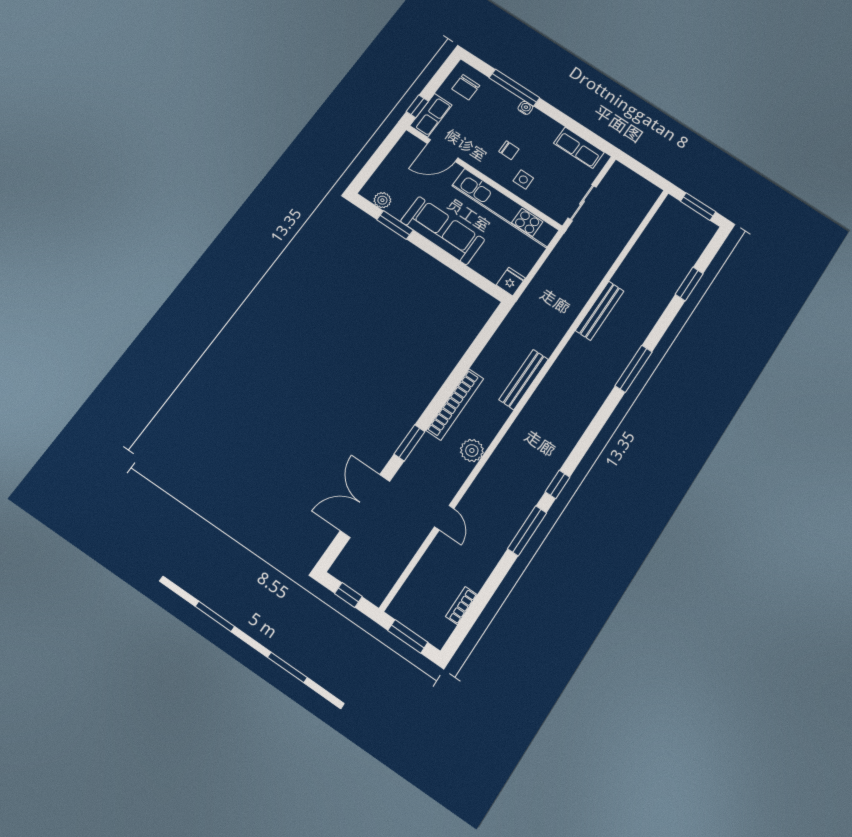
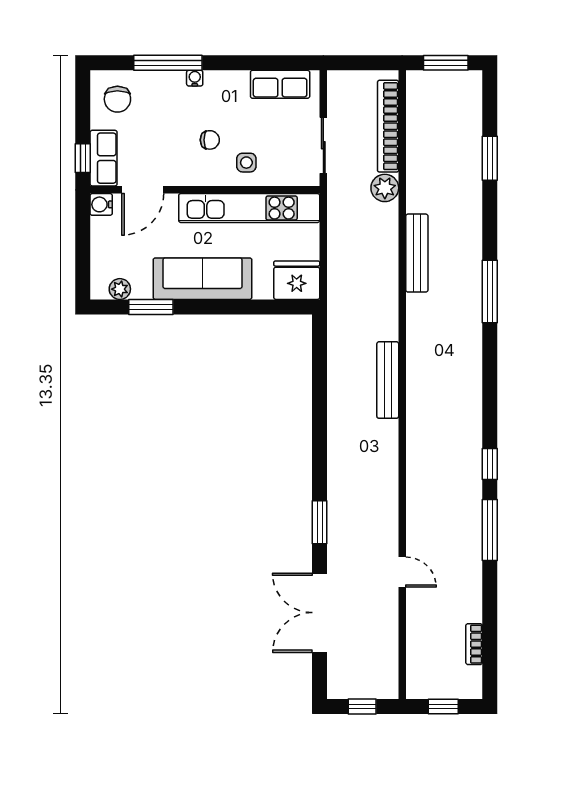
water cooler: (409, 141) -> (101, 204), added
fridge: (511, 282) -> (297, 280), width x1.88, depth x1.34
bookcase: (455, 404) -> (388, 126), moved, turned 180
plant: (472, 450) -> (385, 188), moved
window: (408, 636) -> (443, 706), width x0.67

